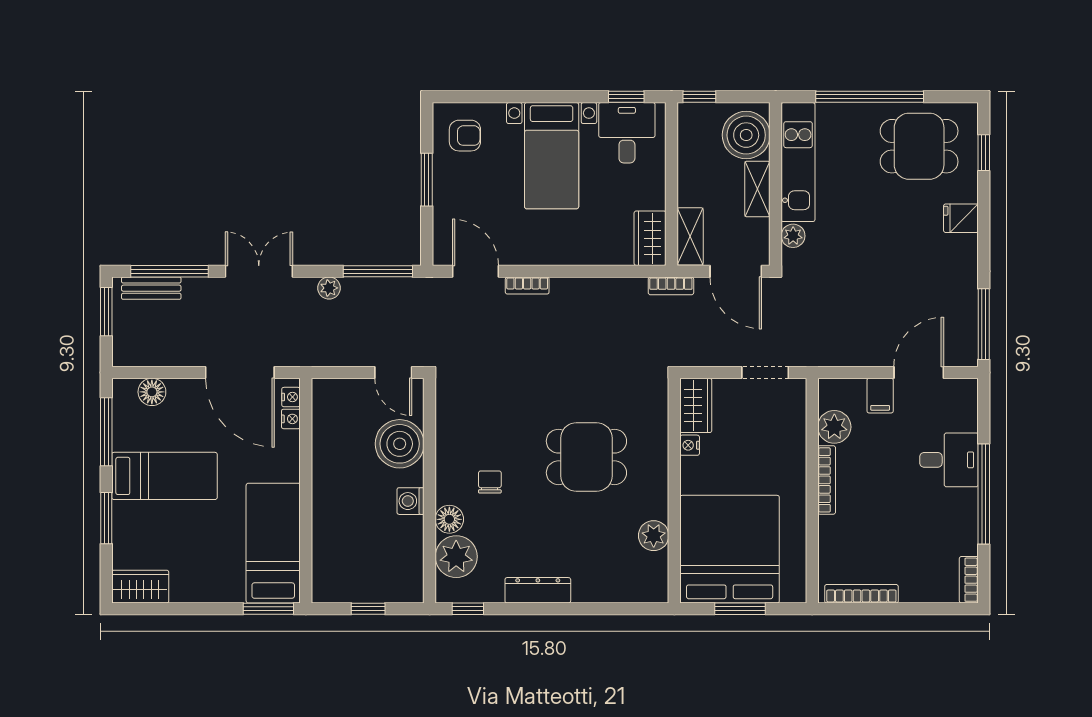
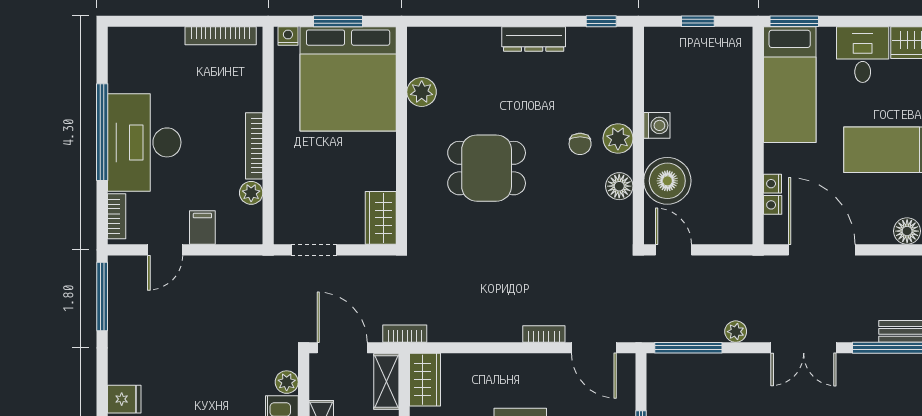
door: (919, 372) -> (165, 250), width x0.73
nightstand: (291, 397) -> (772, 184), moved
plant: (834, 427) -> (251, 193), width x0.73, depth x0.73
nightstand: (690, 445) -> (288, 36), moved, turned -90
desk: (949, 460) -> (144, 142), width x1.87, depth x1.30
floor lamp: (449, 519) -> (619, 186), moved
plant: (456, 557) -> (618, 138), moved, width x0.73, depth x0.73
desk: (198, 574) -> (863, 55), added
bookcase: (969, 580) -> (117, 216), moved

